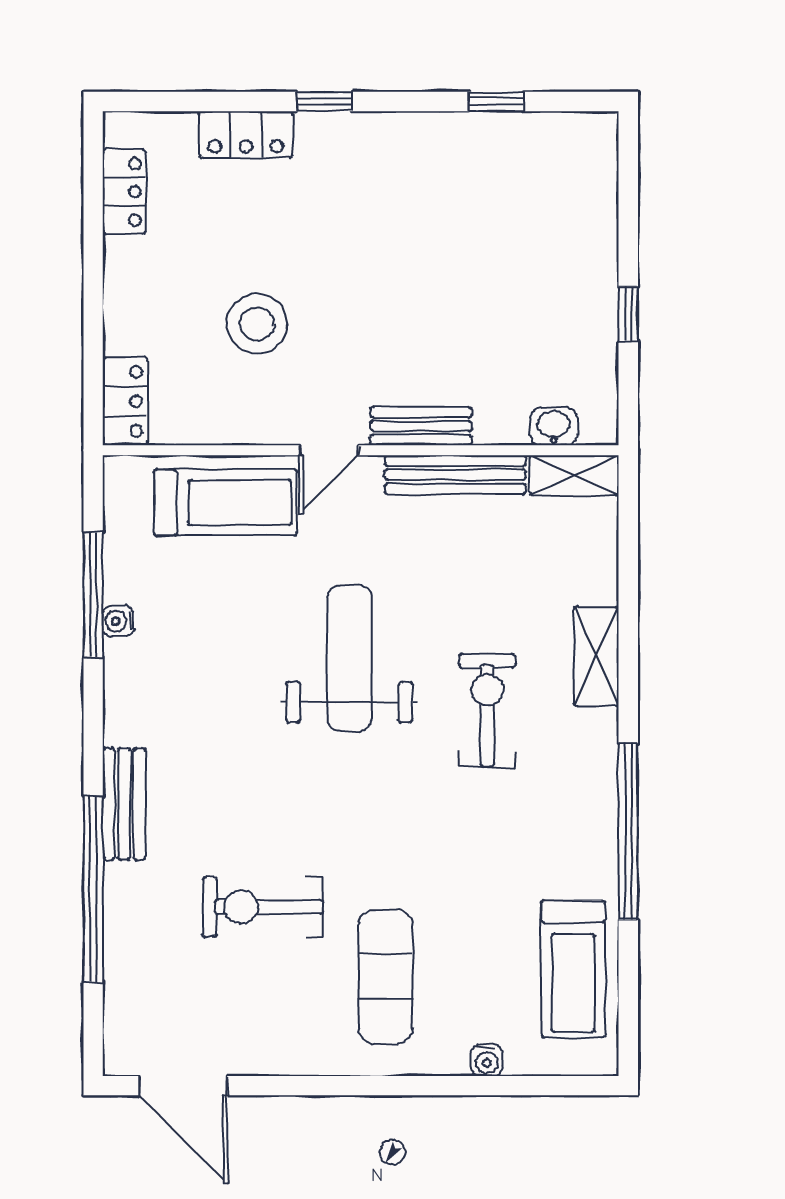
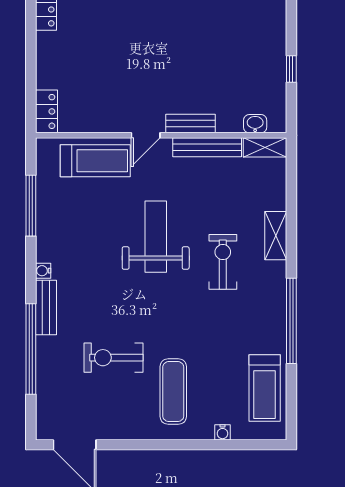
stool: (257, 324) -> (111, 74), removed
water cooler: (118, 621) -> (43, 271), moved

